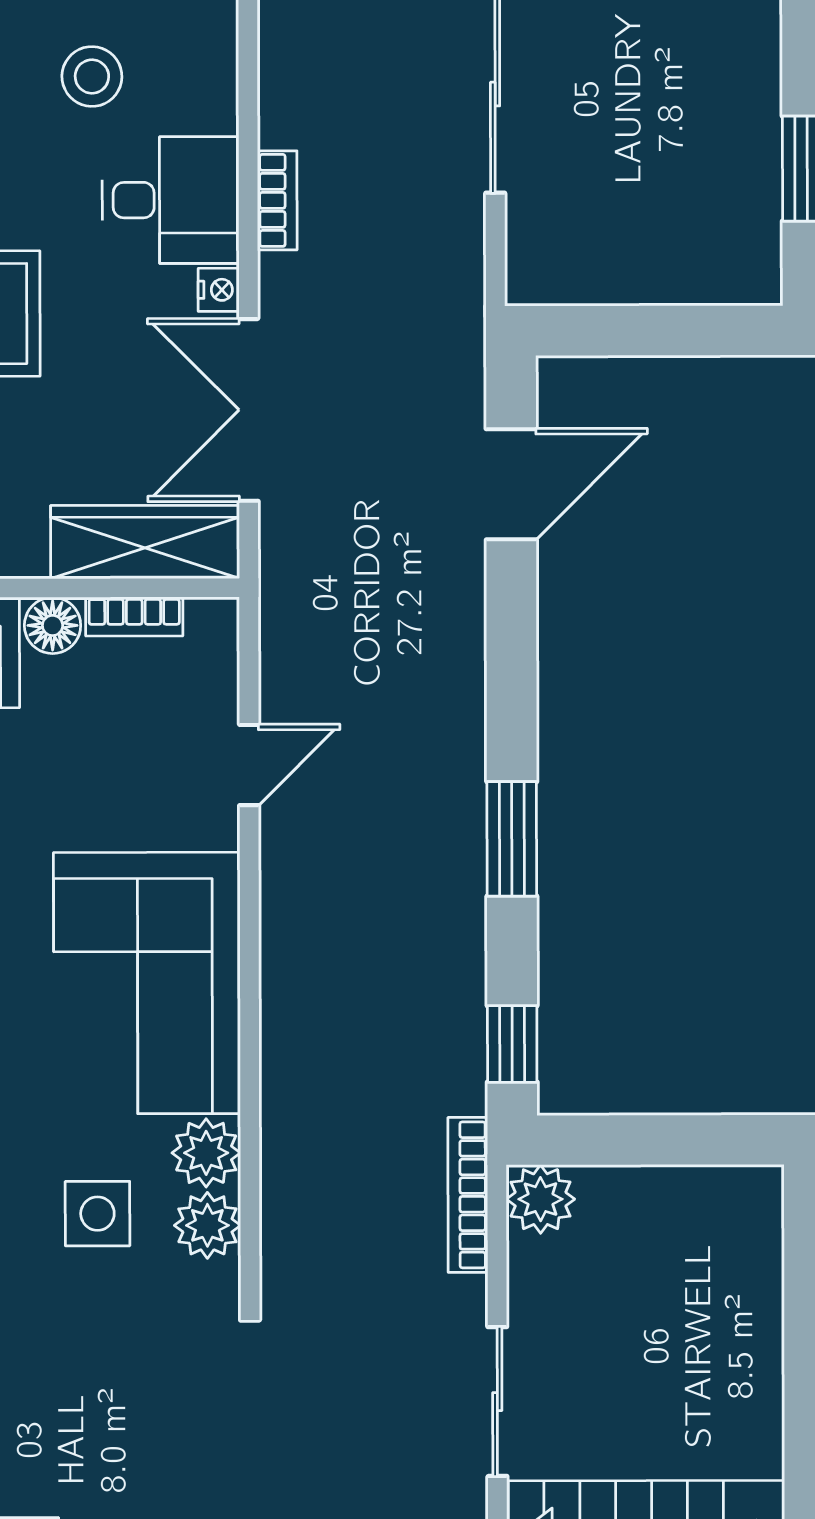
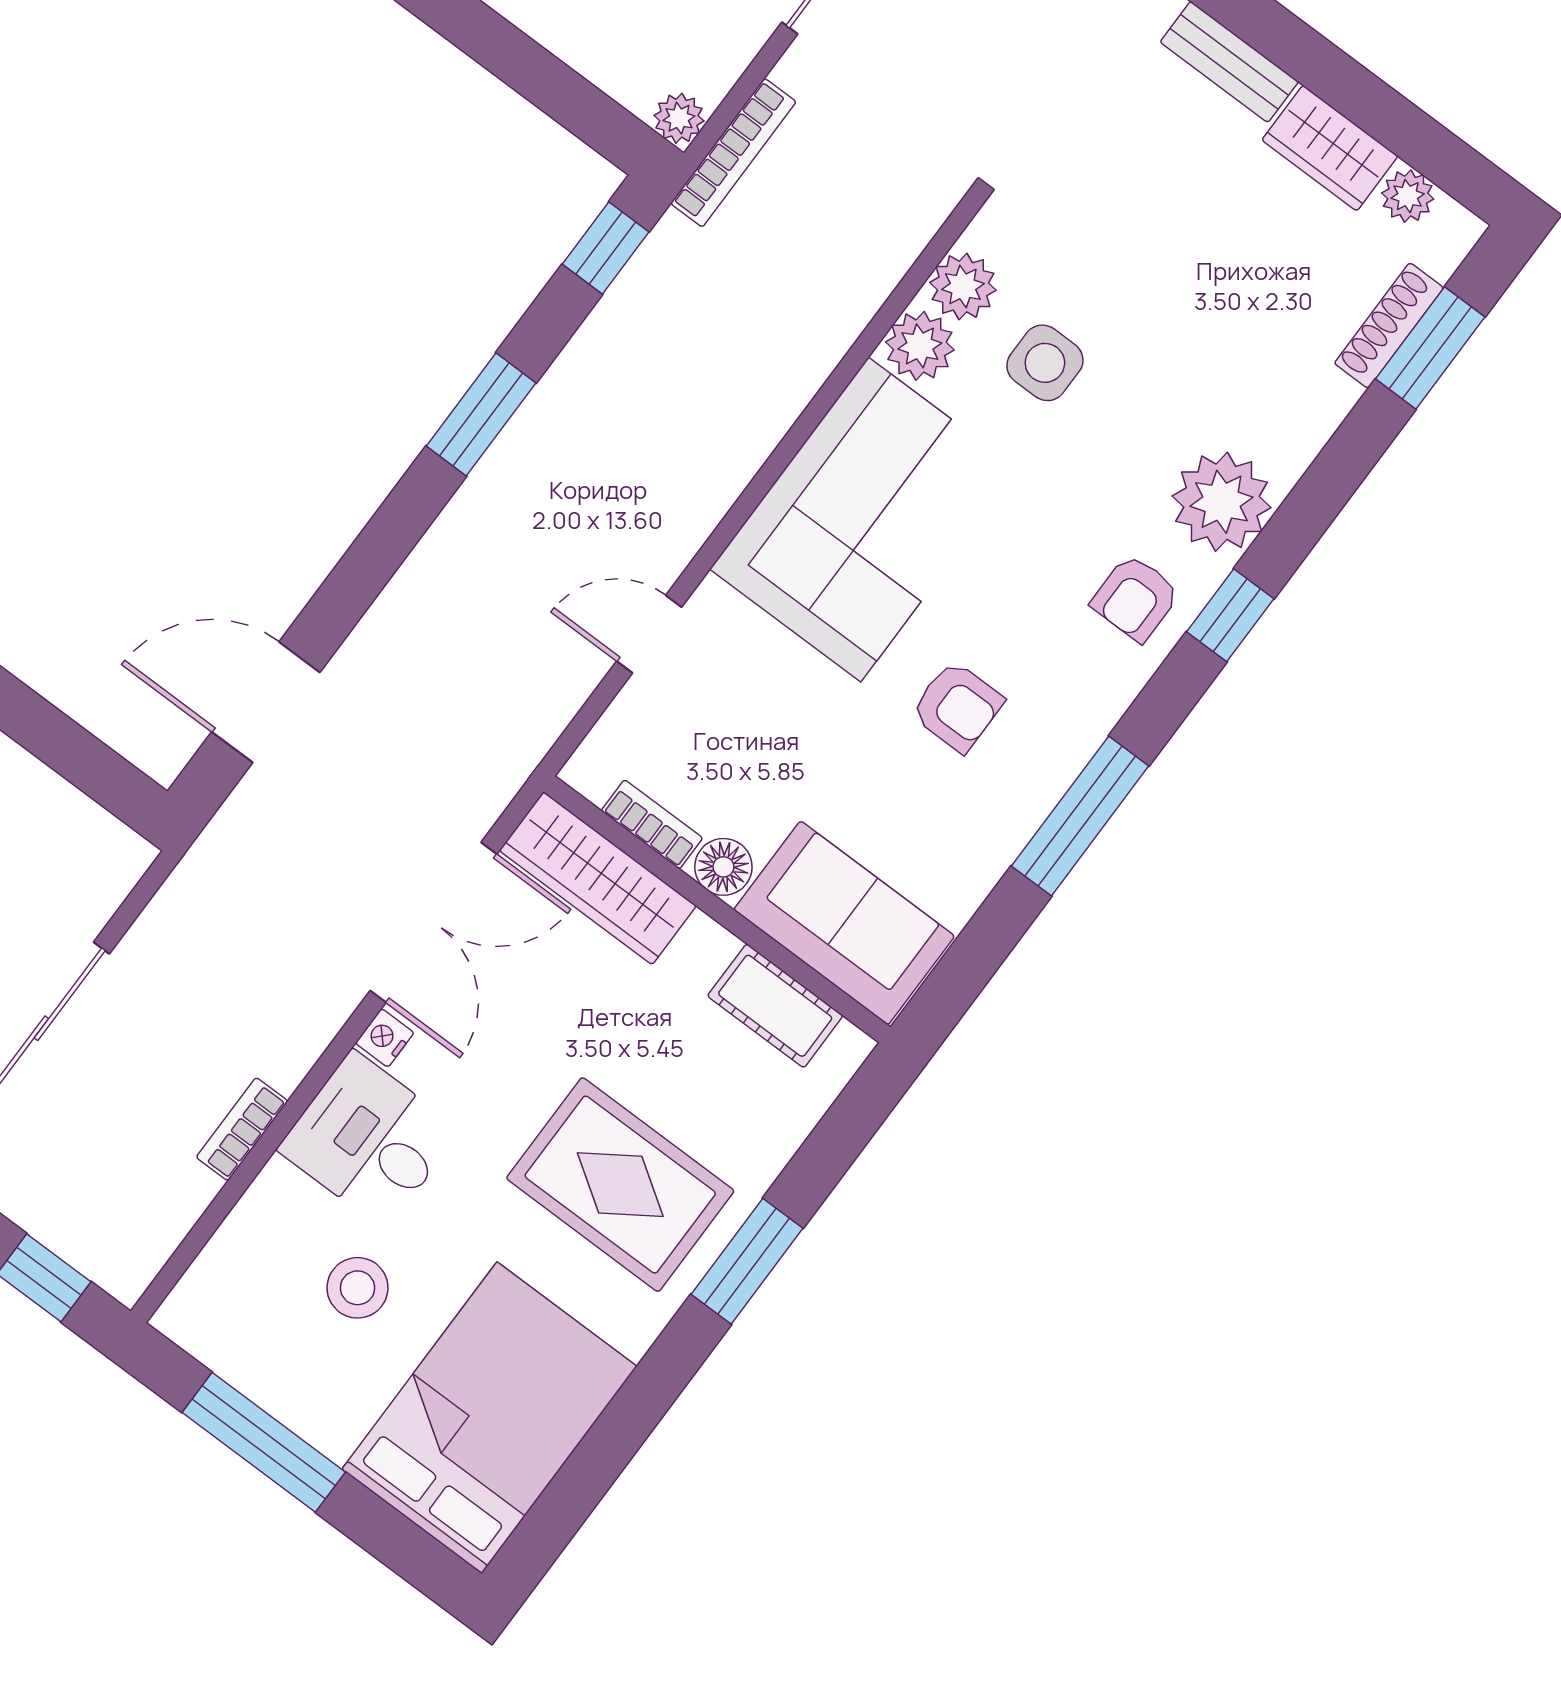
bookcase: (277, 200) -> (242, 1129), moved
plant: (541, 1199) -> (679, 118), width x0.73, depth x0.73

